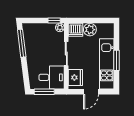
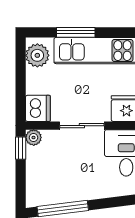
plant: (90, 30) -> (37, 55), moved
window: (117, 60) -> (76, 32), moved

